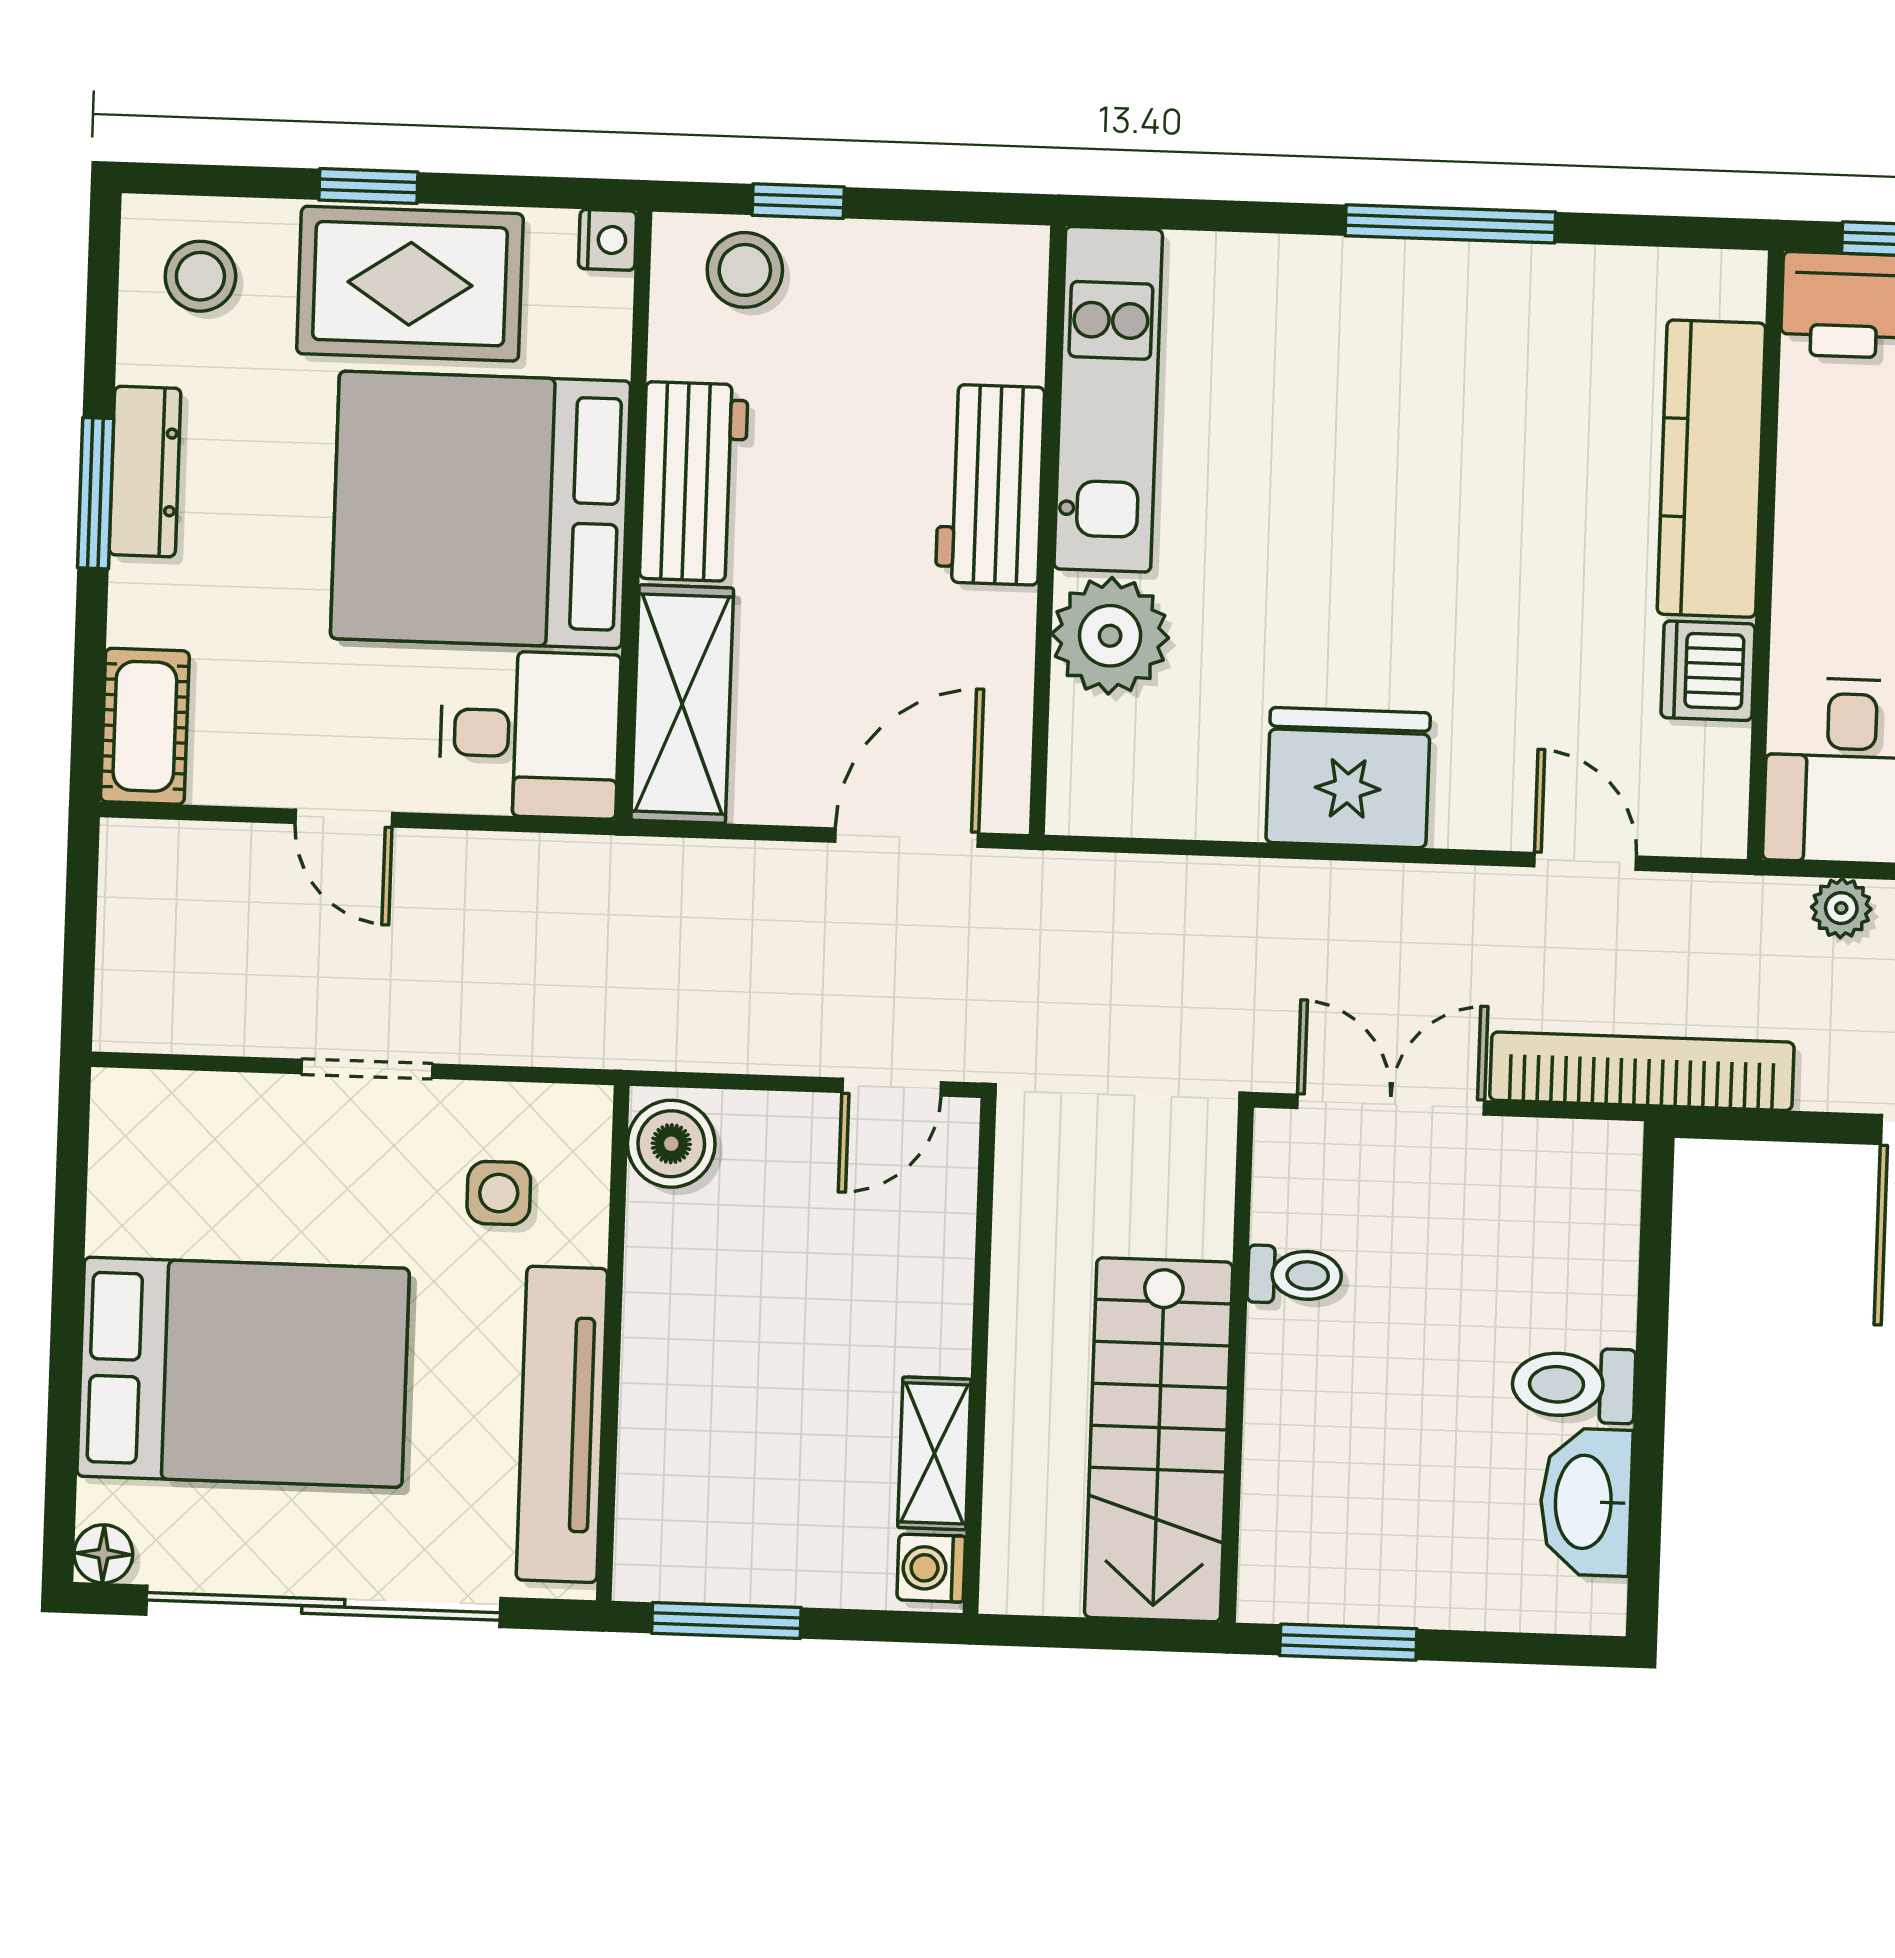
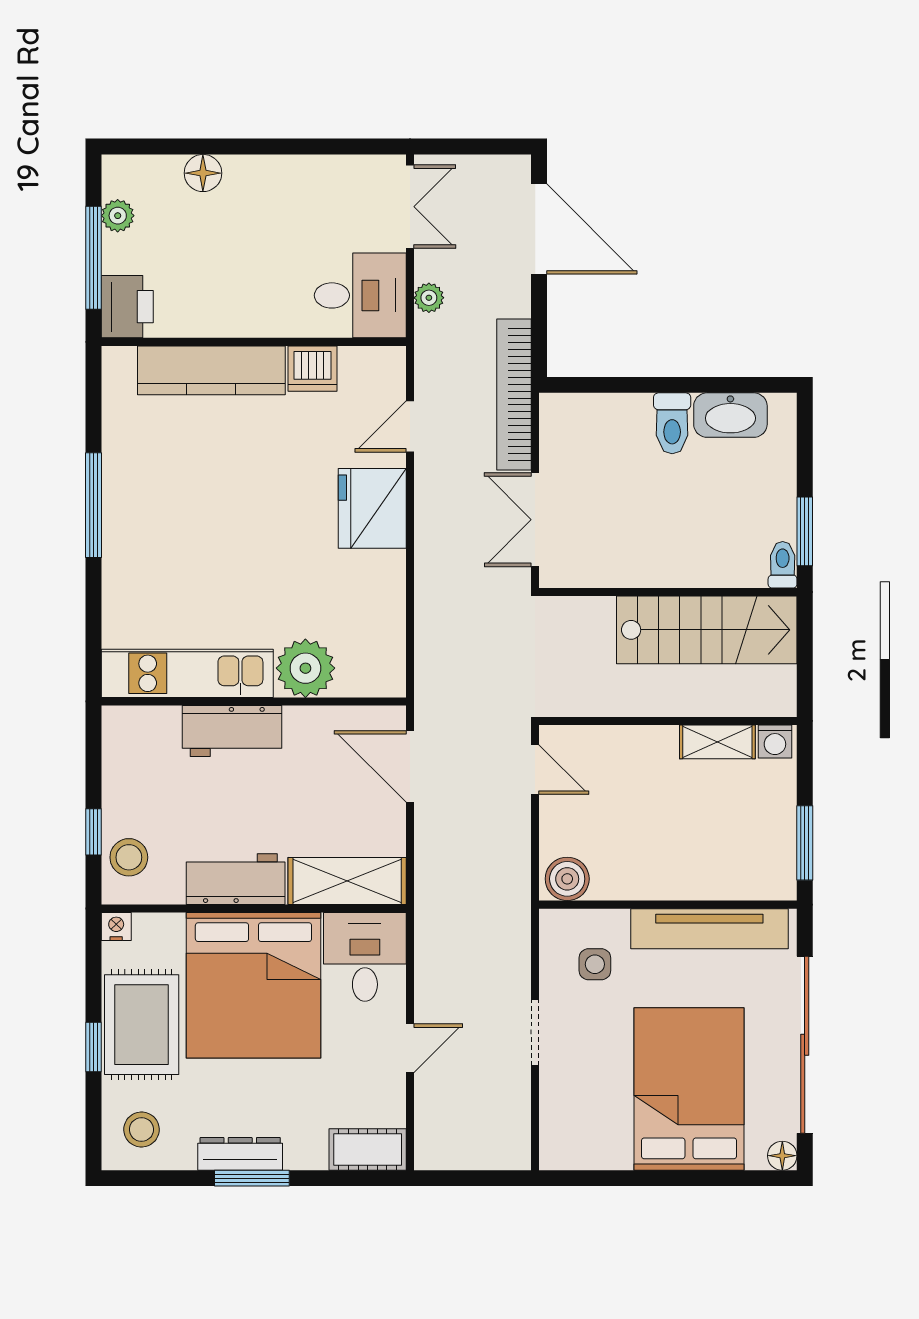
fridge: (1348, 778) -> (372, 508), moved
toilet: (1295, 1275) -> (783, 565), moved

